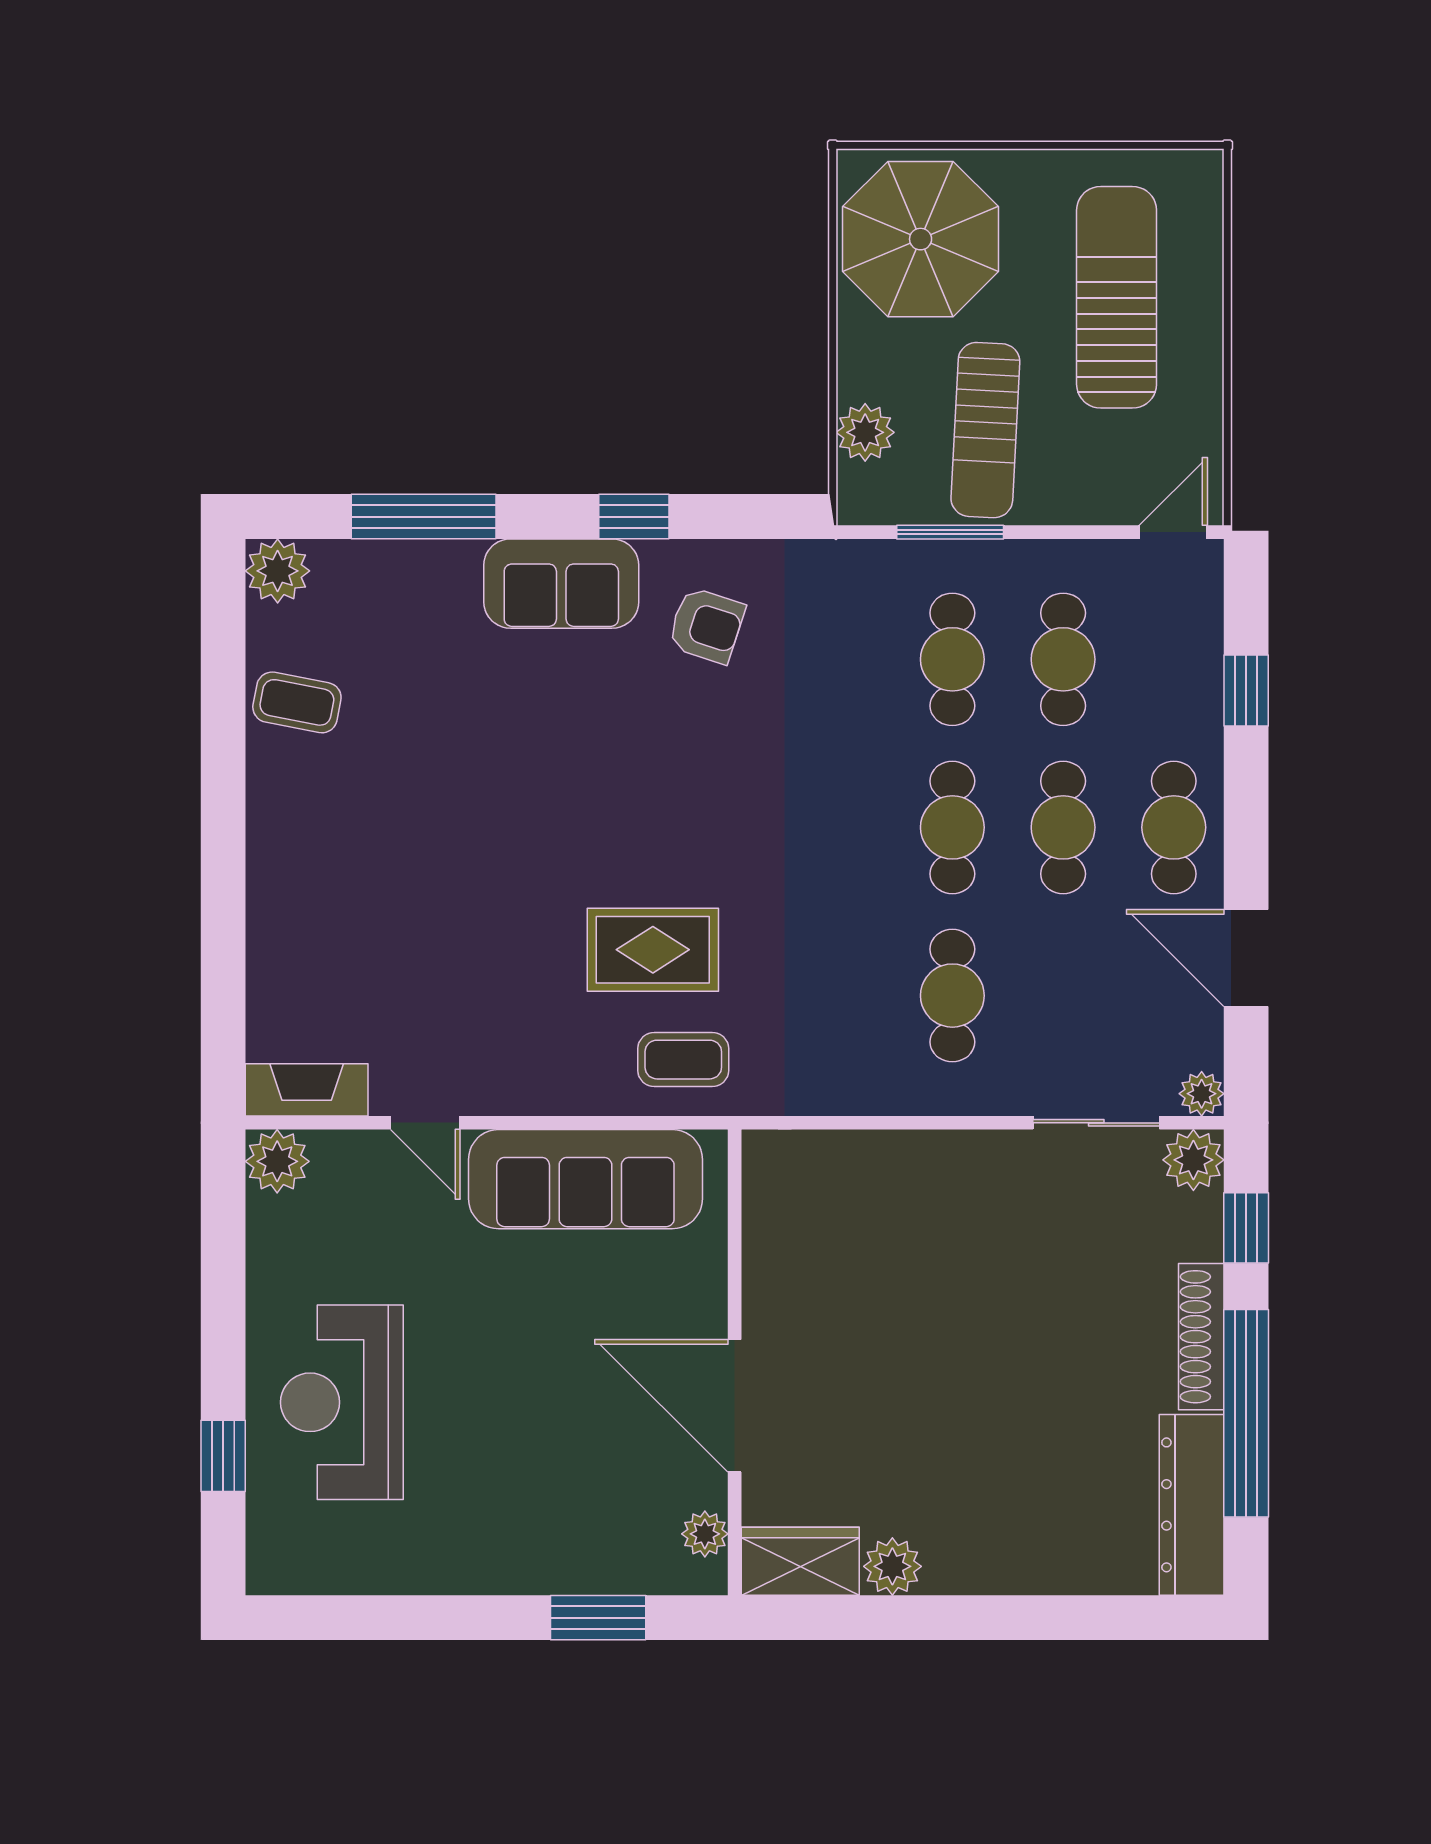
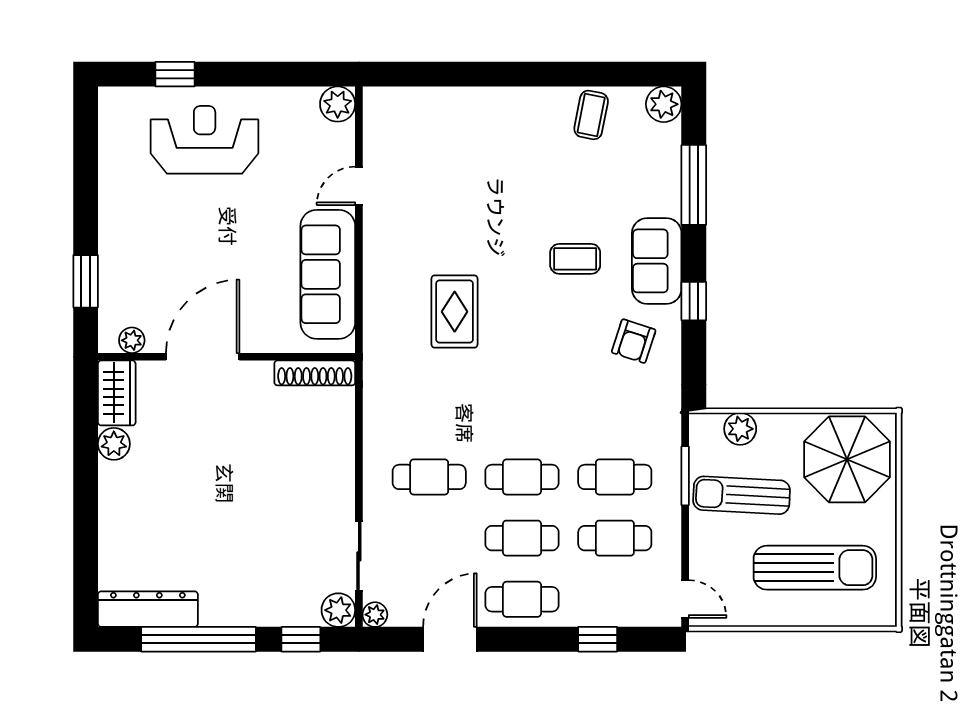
coffee table: (683, 1060) -> (575, 259), moved, turned 90
fireplace: (307, 1090) -> (377, 120), removed
shoe rack: (1201, 1337) -> (315, 373), moved, turned 180

